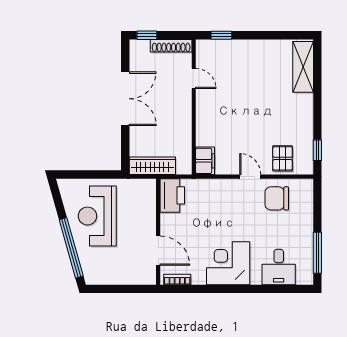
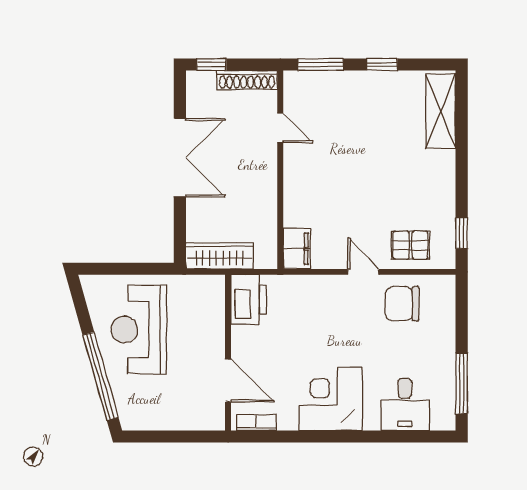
window: (221, 35) -> (321, 65), width x1.50
window: (263, 35) -> (382, 65), added
pallet: (283, 158) -> (410, 245), turned 90

